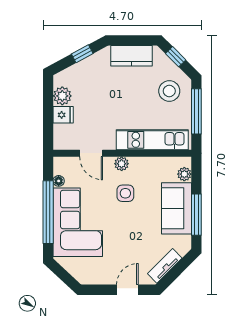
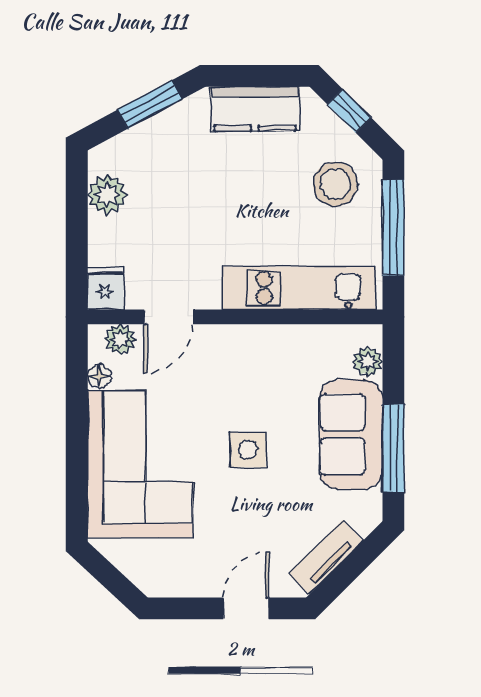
window: (82, 54) -> (150, 105), width x1.50
fridge: (63, 115) -> (105, 288), moved, turned -90
door: (91, 153) -> (169, 317), hinge flipped
plant: (122, 164) -> (120, 339), moved
side table: (125, 193) -> (248, 450), moved
window: (48, 212) -> (77, 443), removed

